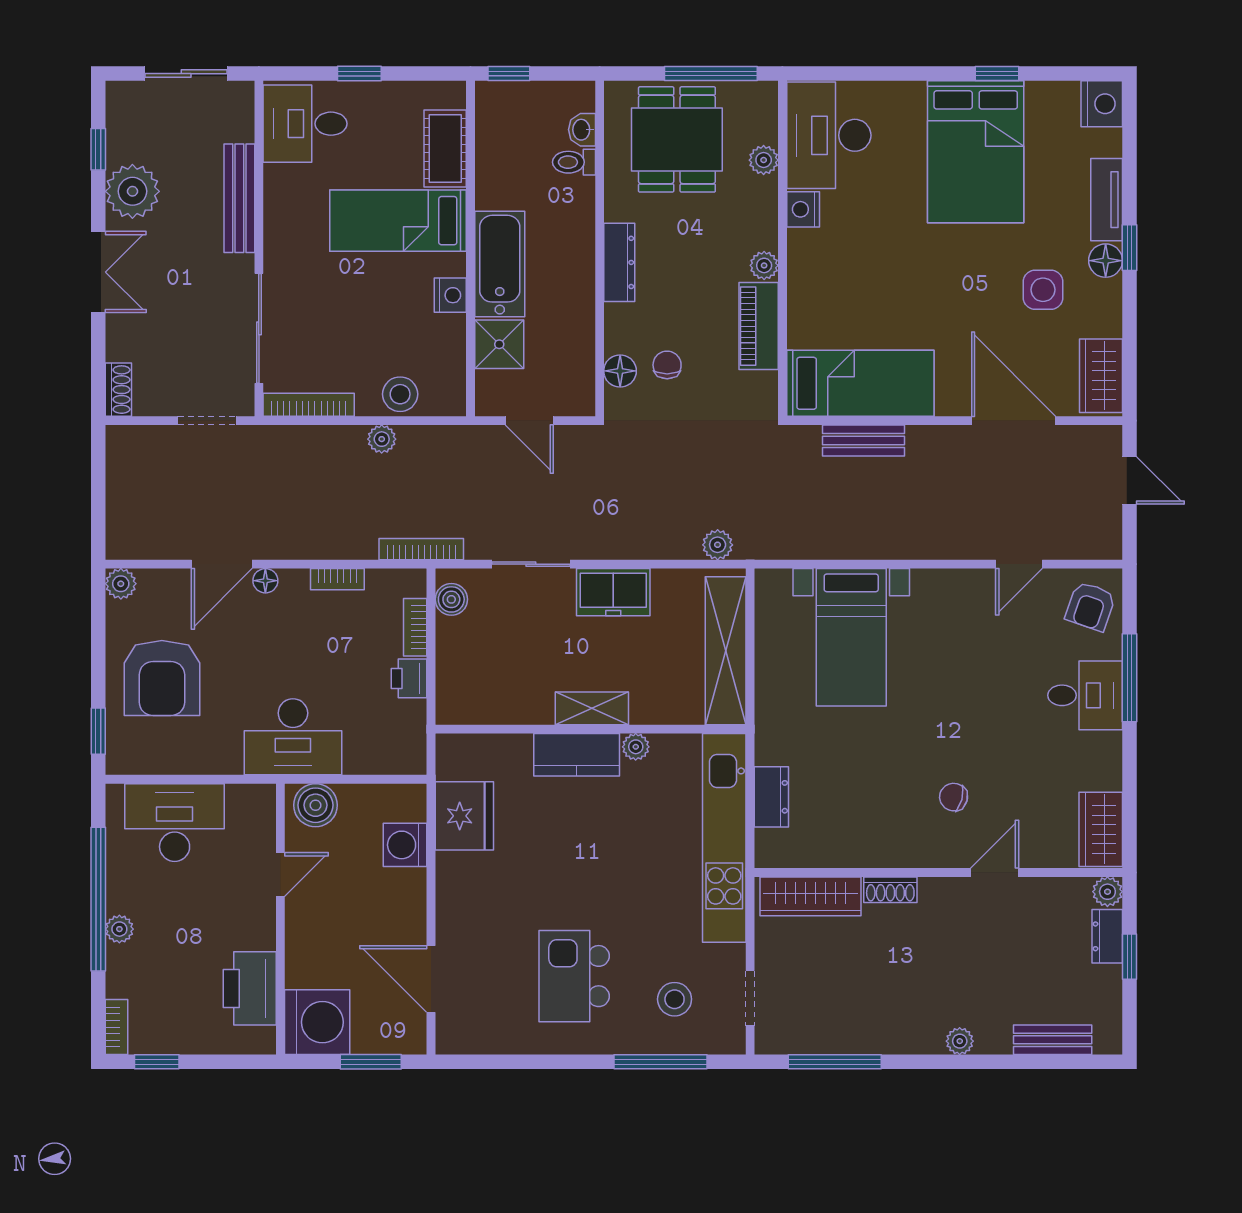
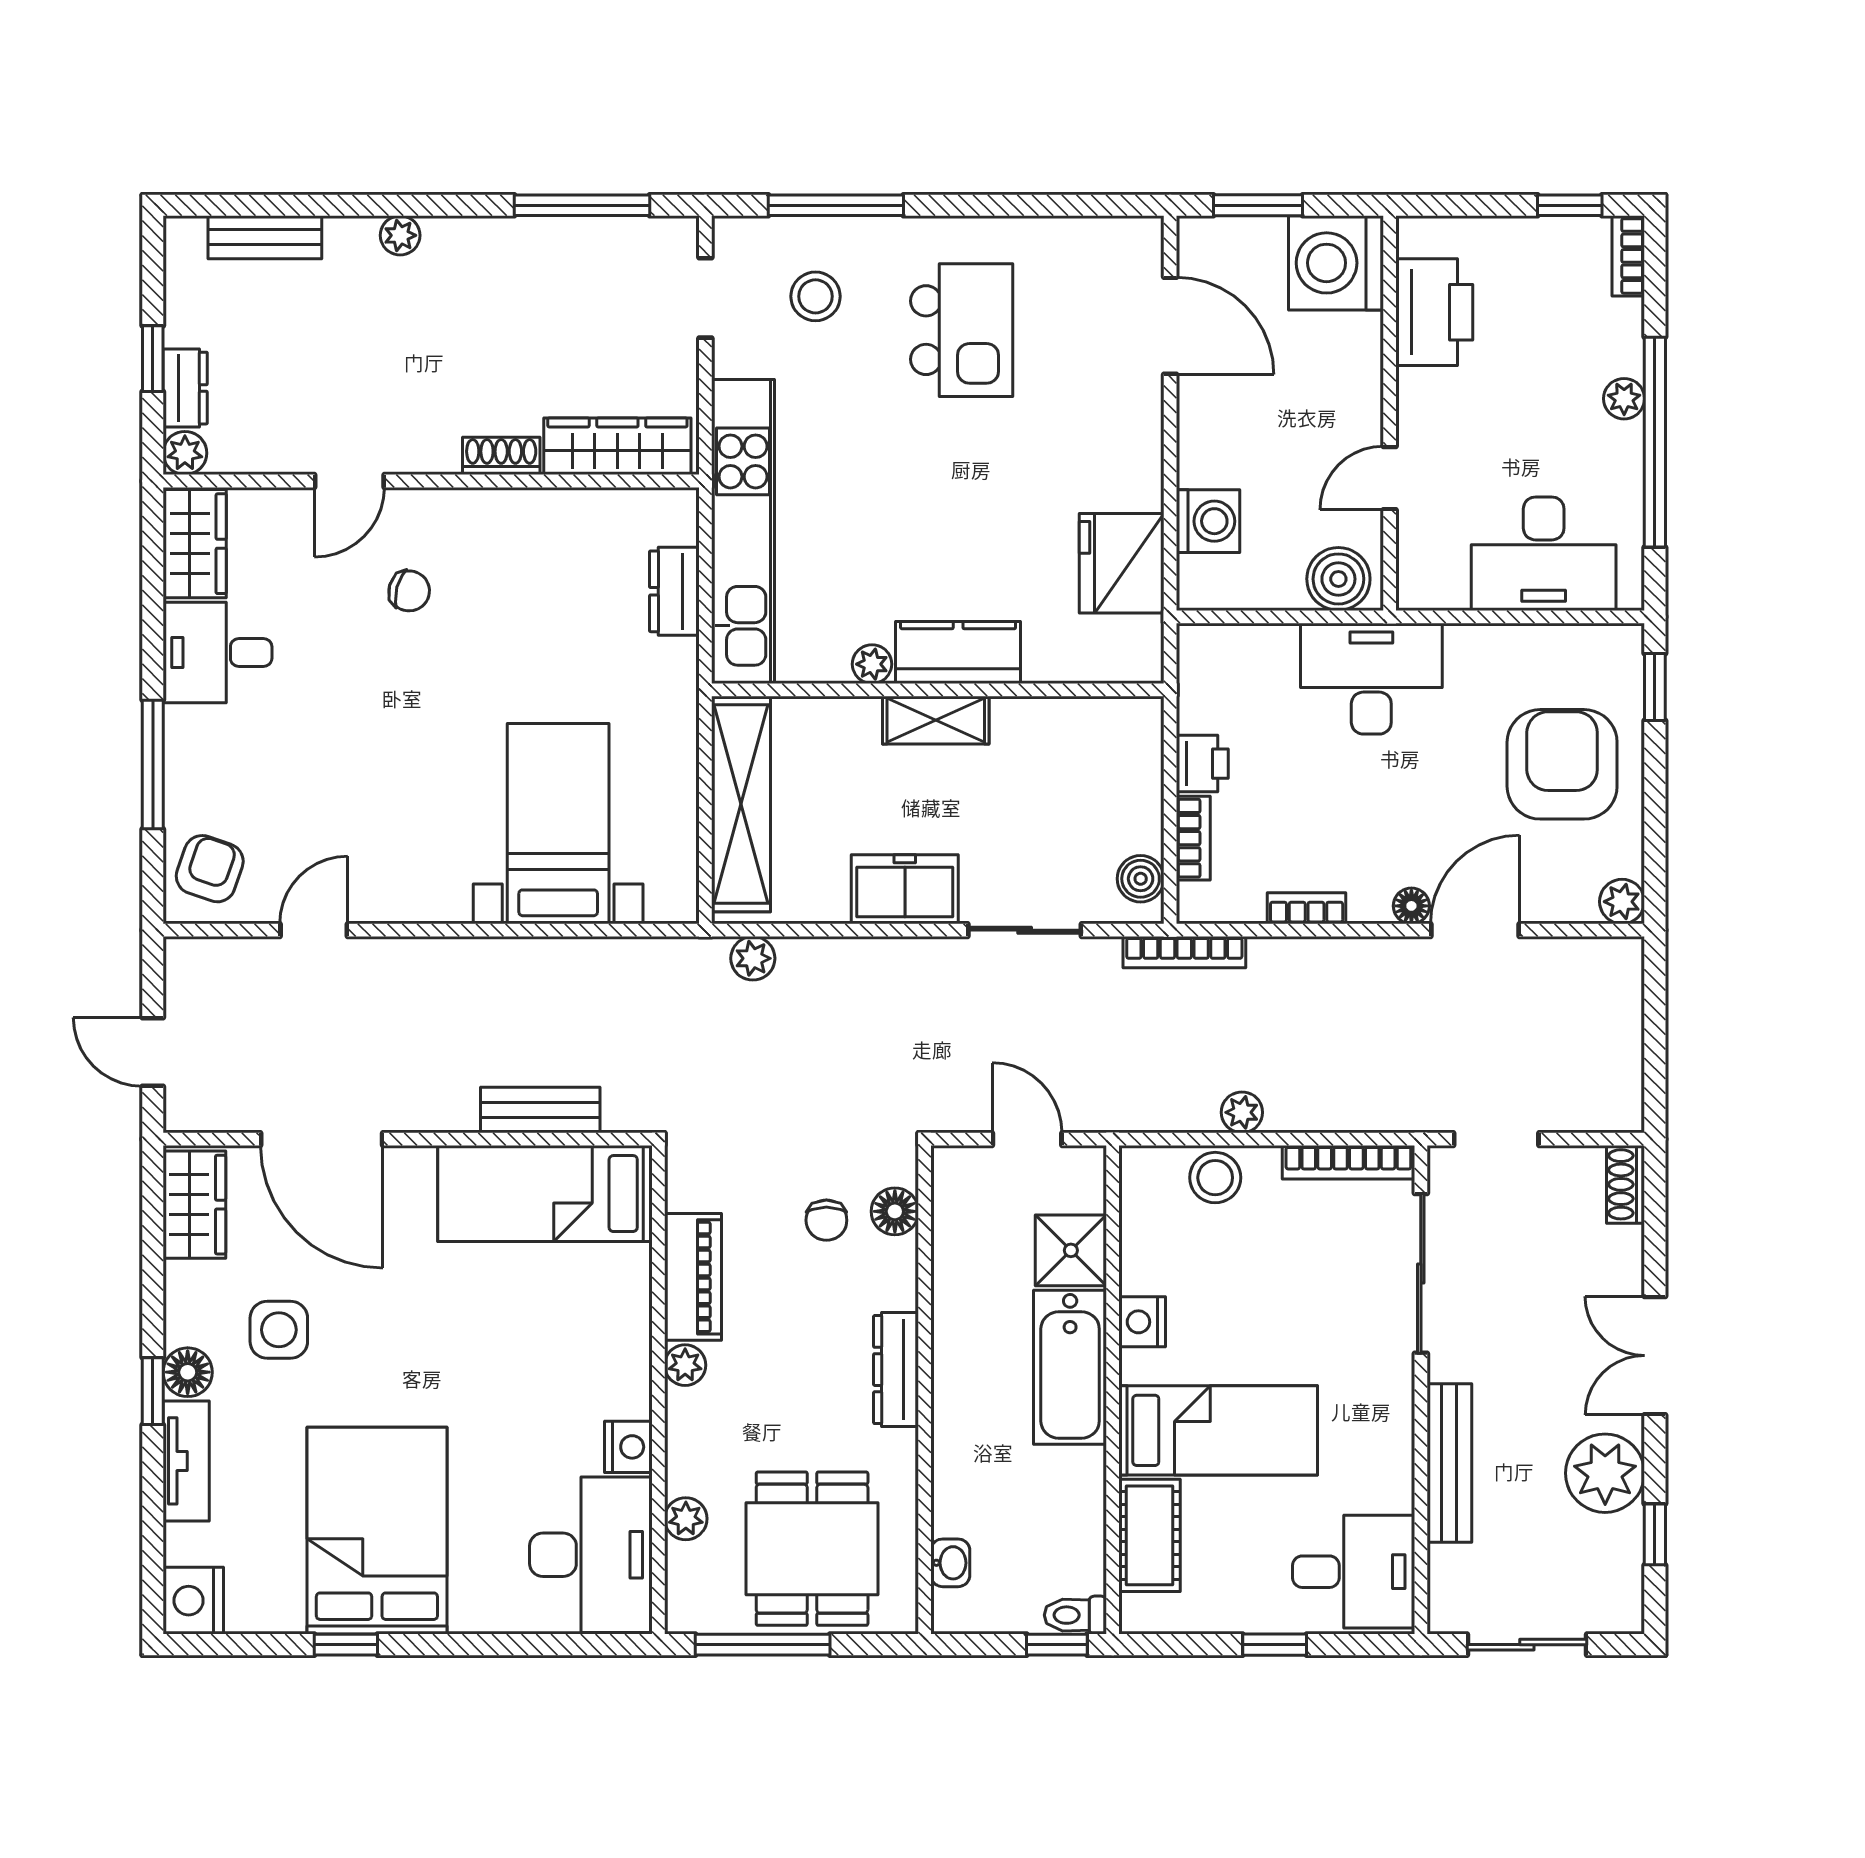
toilet: (574, 162) -> (1075, 1615), moved, turned 180
desk: (1085, 695) -> (217, 653), moved

